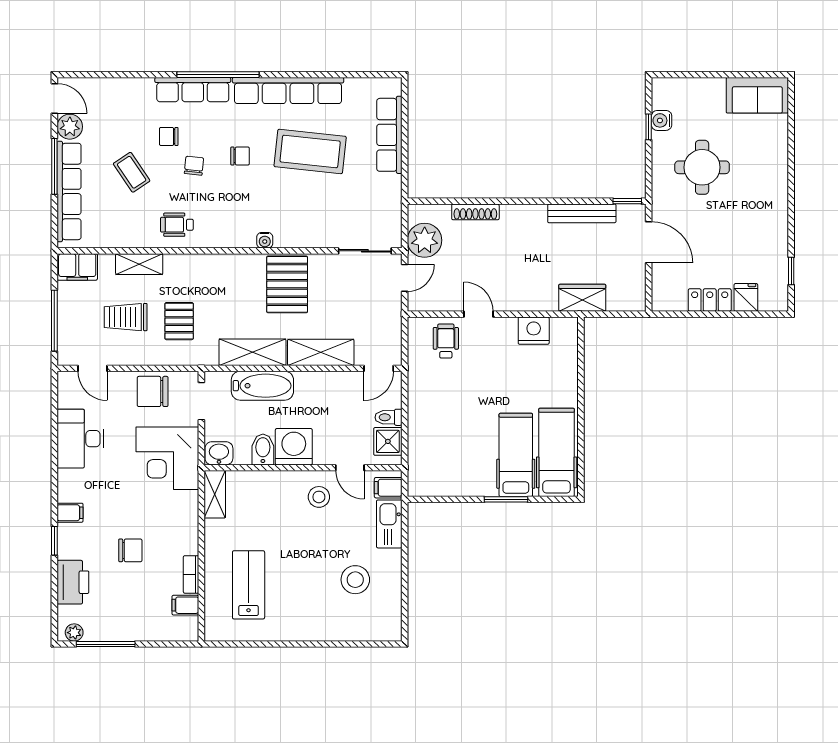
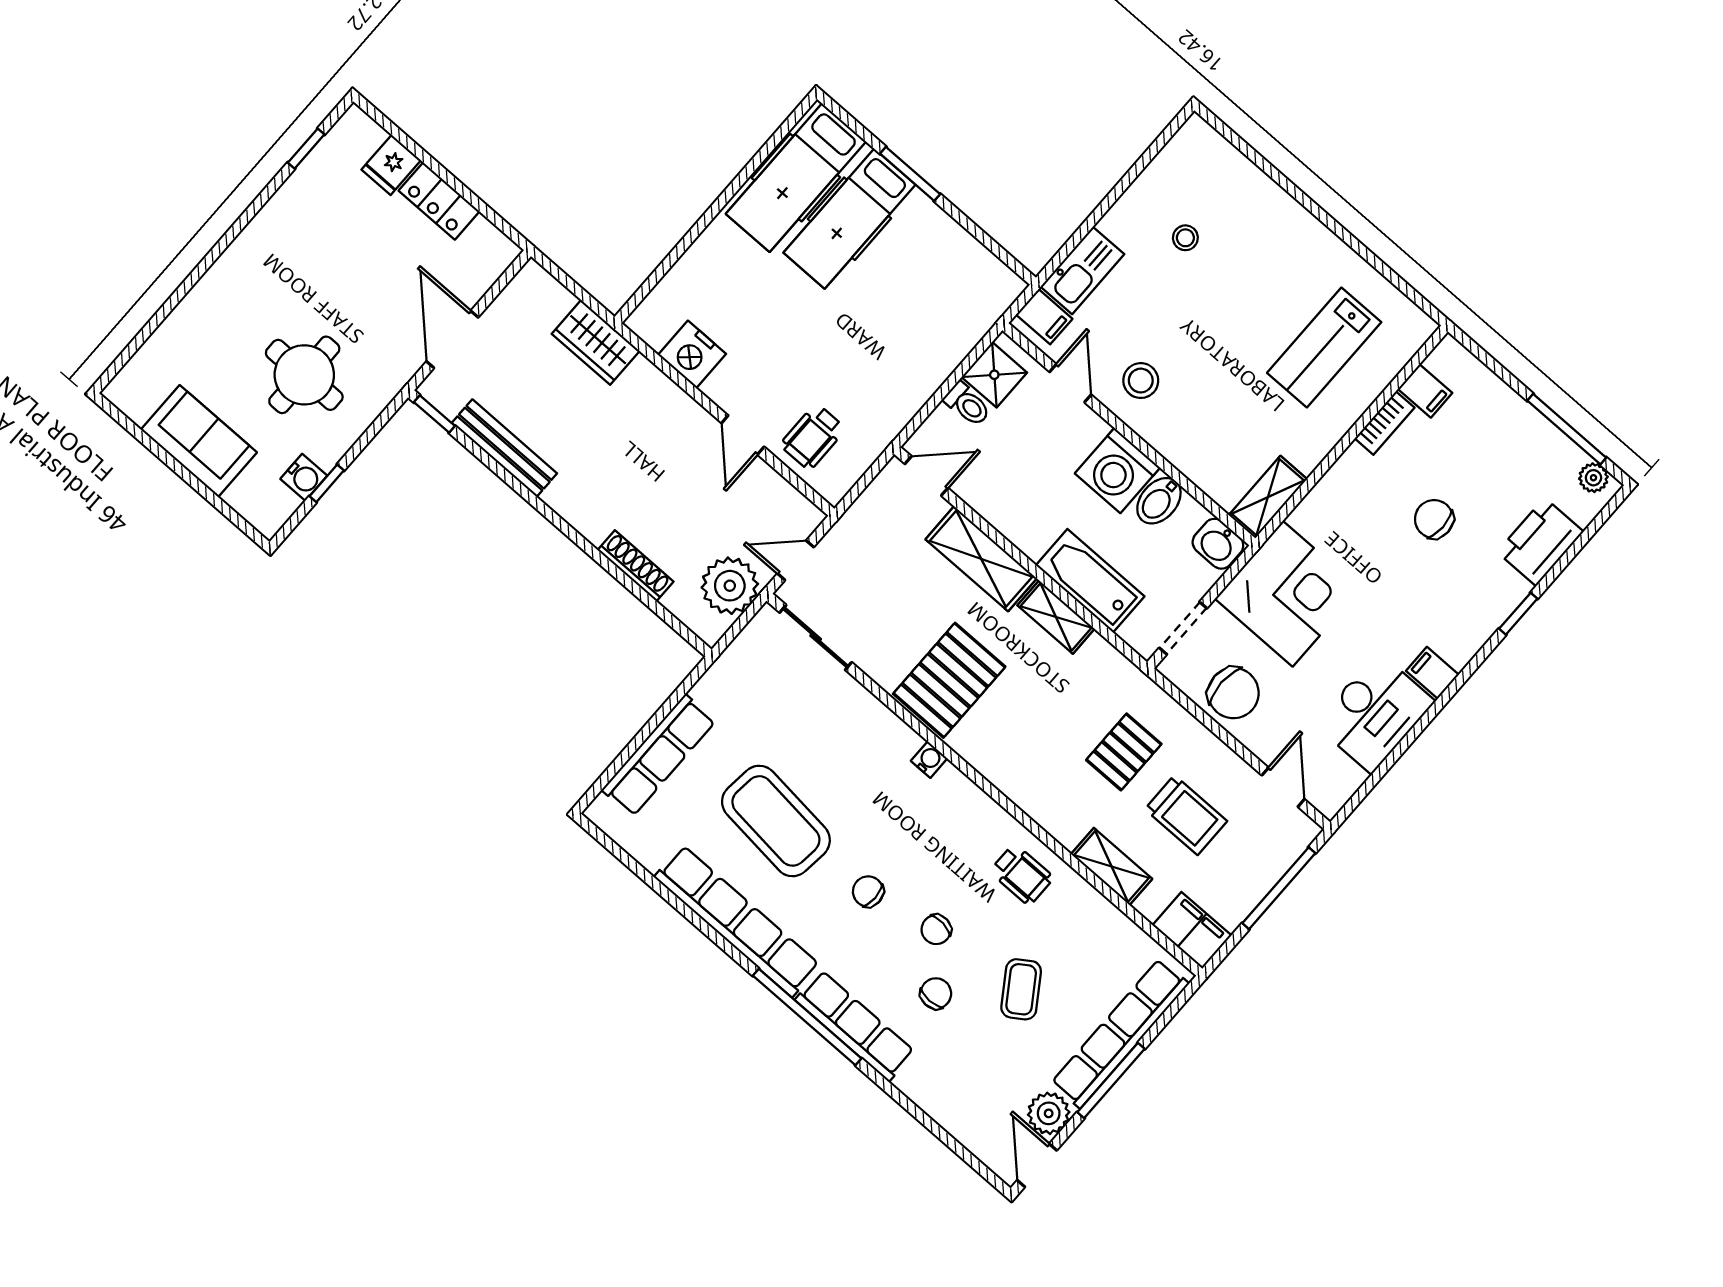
sofa: (757, 95) -> (199, 441), moved
chair: (169, 136) -> (936, 993), turned -90
shelving: (252, 352) -> (1056, 617), width x0.67, depth x0.75
filing cabinet: (70, 513) -> (1432, 673), moved
stool: (355, 580) -> (1185, 238), width x0.53, depth x0.53

